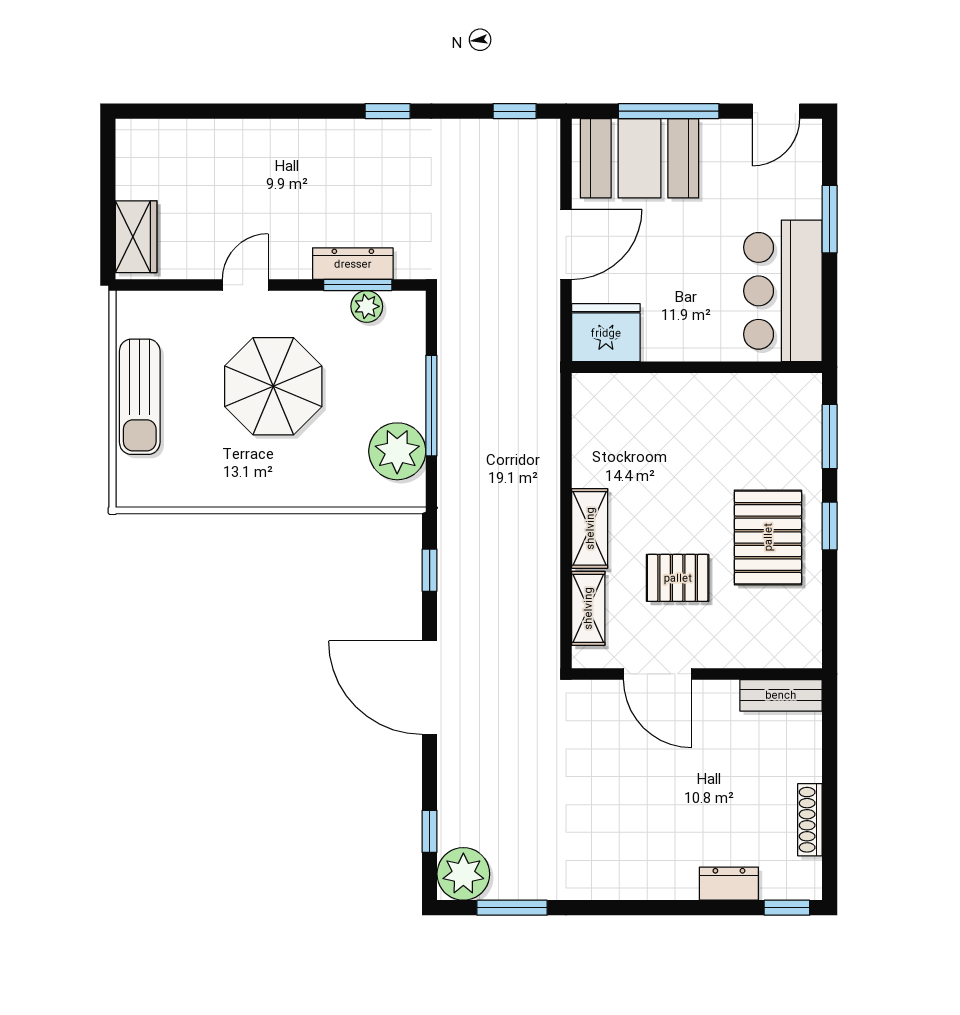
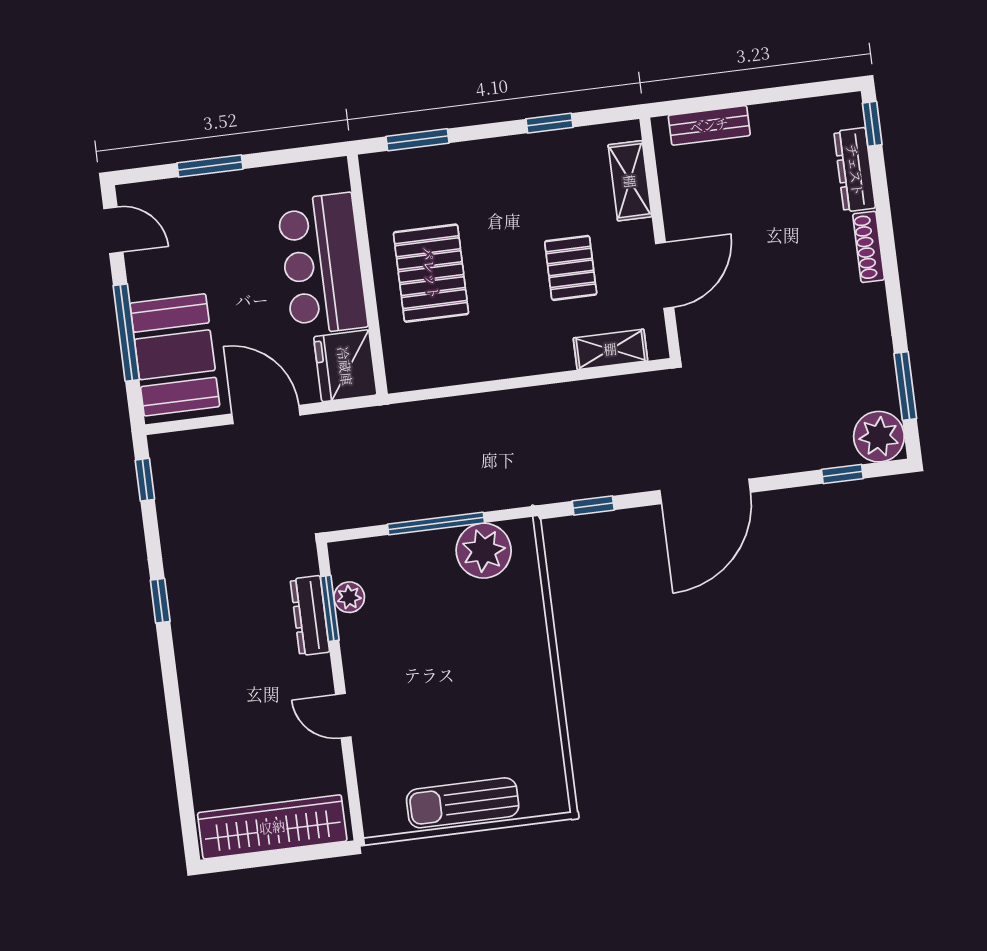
wardrobe: (136, 237) -> (272, 827), width x2.10, depth x1.17
bar counter: (783, 291) -> (322, 264), moved, turned 90
parasol: (273, 386) -> (437, 677), removed
sun lounger: (140, 397) -> (463, 803), turned 180
window: (830, 526) -> (549, 123), moved
shelving: (590, 528) -> (630, 181), moved, turned 90
pallet: (768, 537) -> (431, 273), moved, turned 90
bench: (781, 695) -> (709, 125), moved, turned 90
shoe rack: (810, 820) -> (869, 247), moved, turned 90
dresser: (729, 884) -> (855, 170), width x1.44

